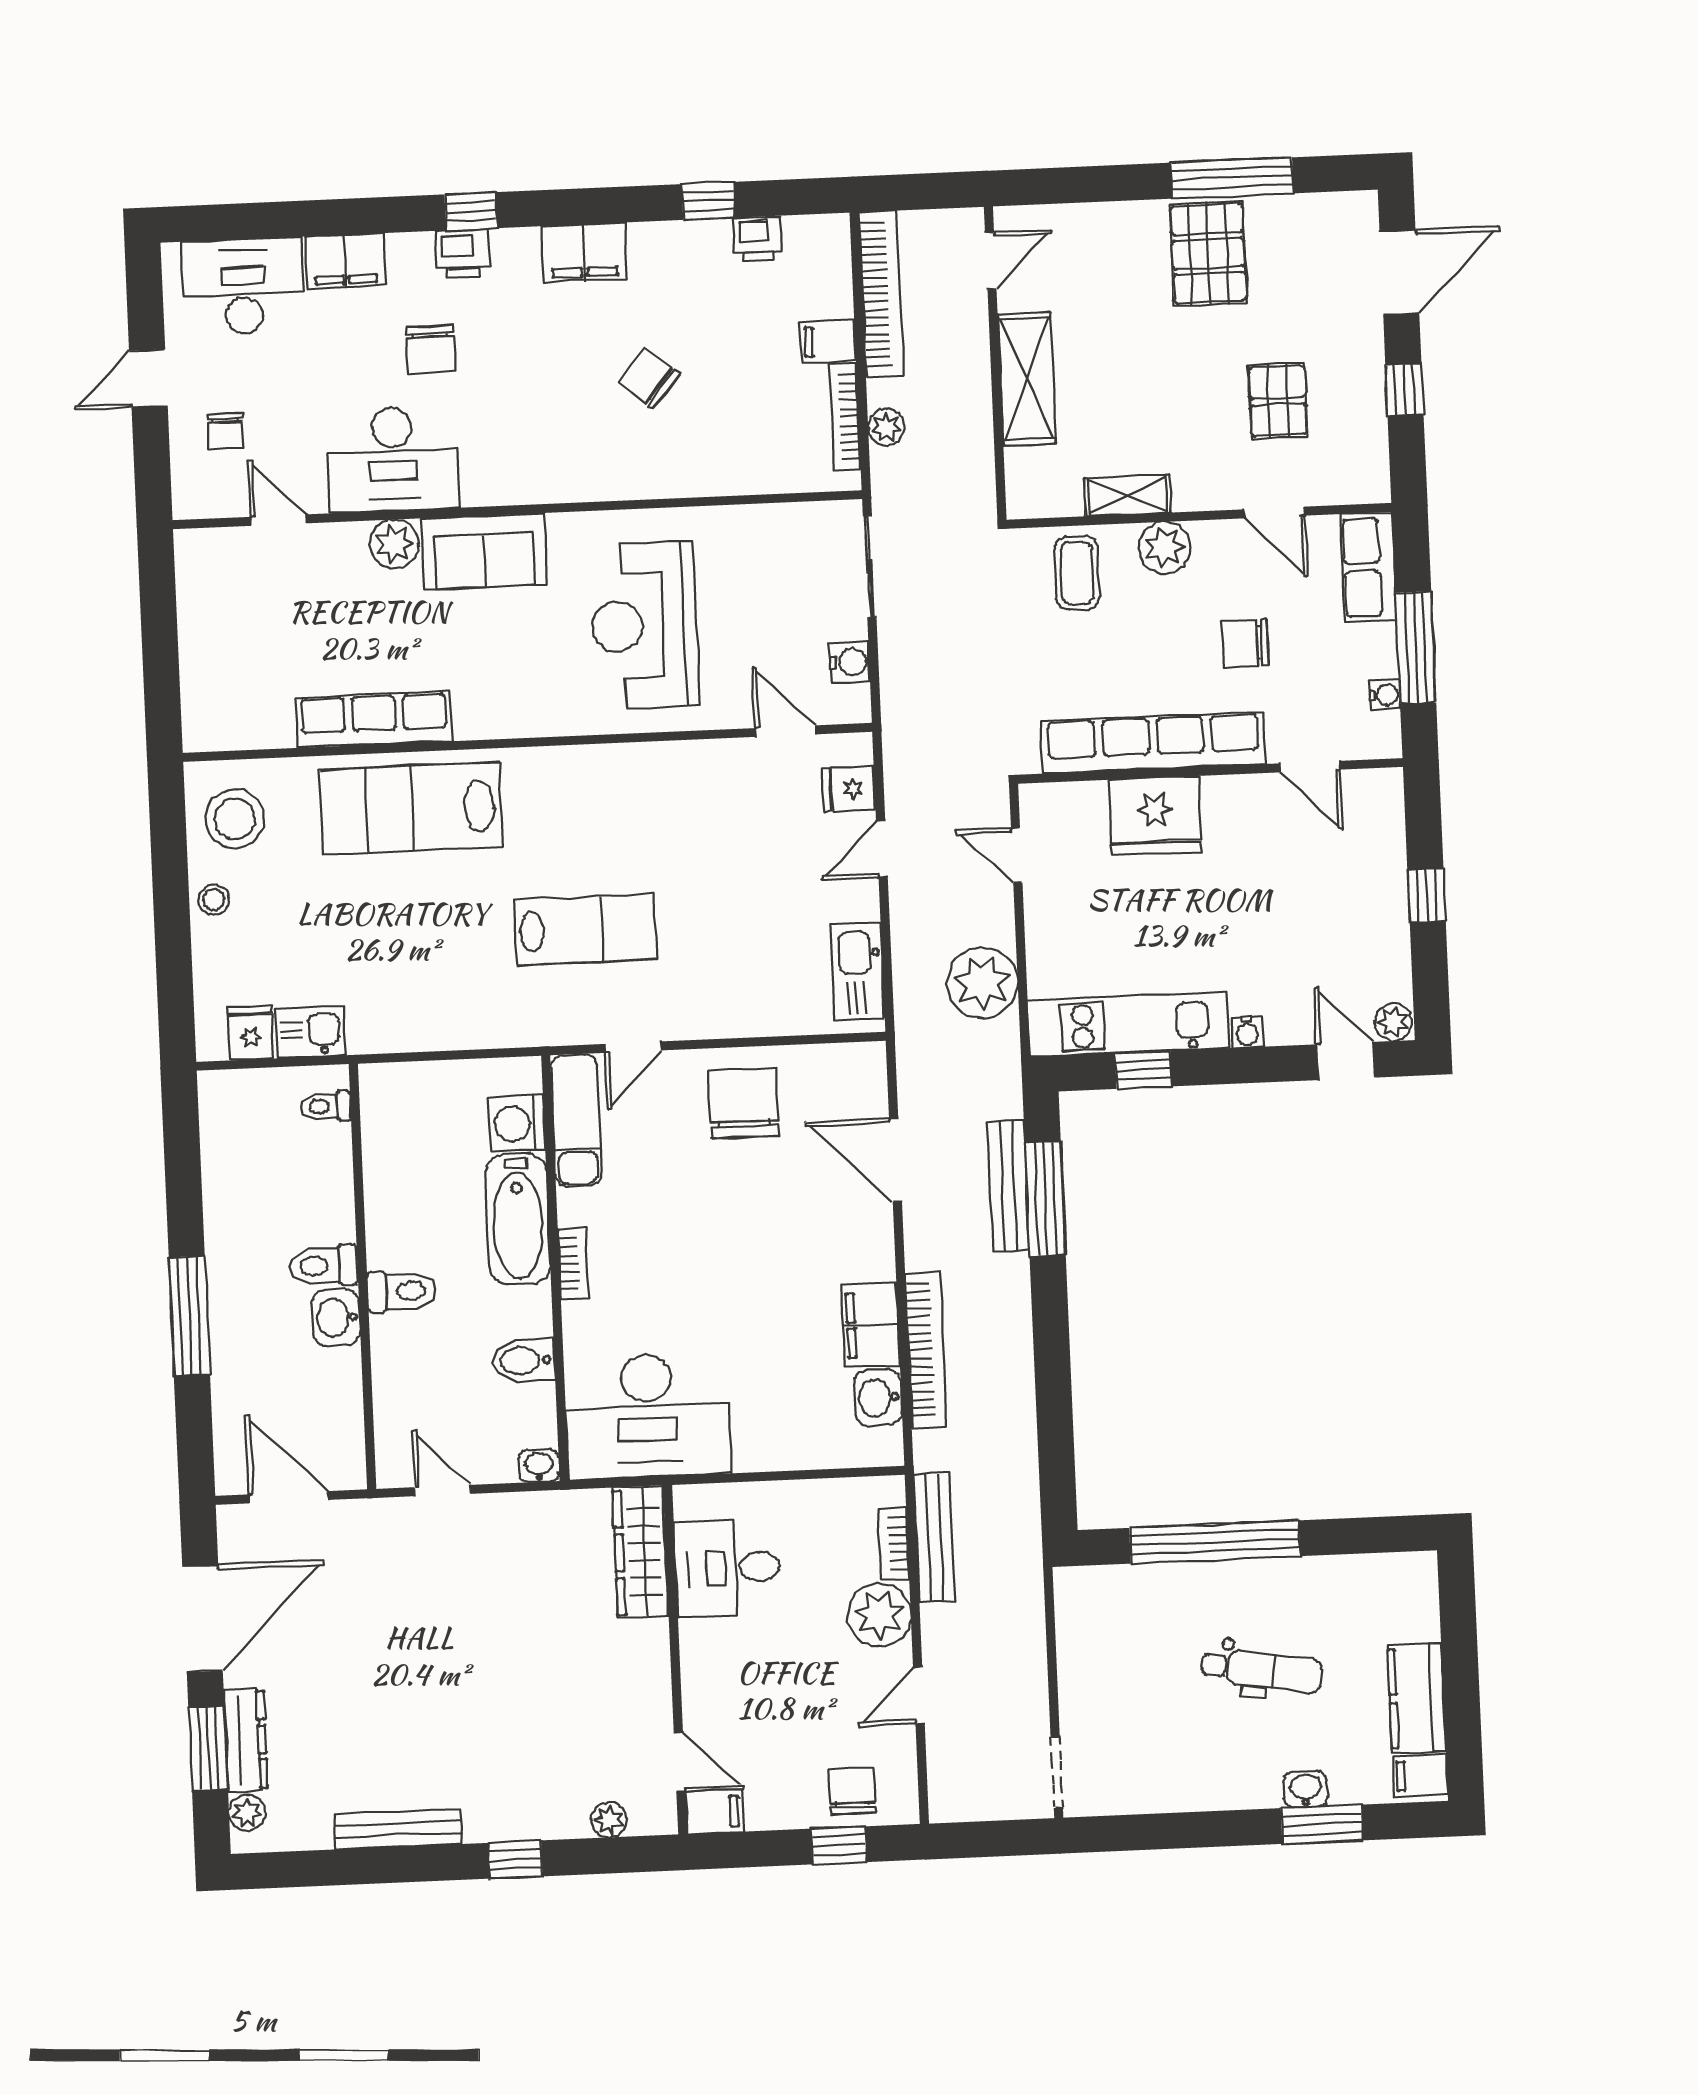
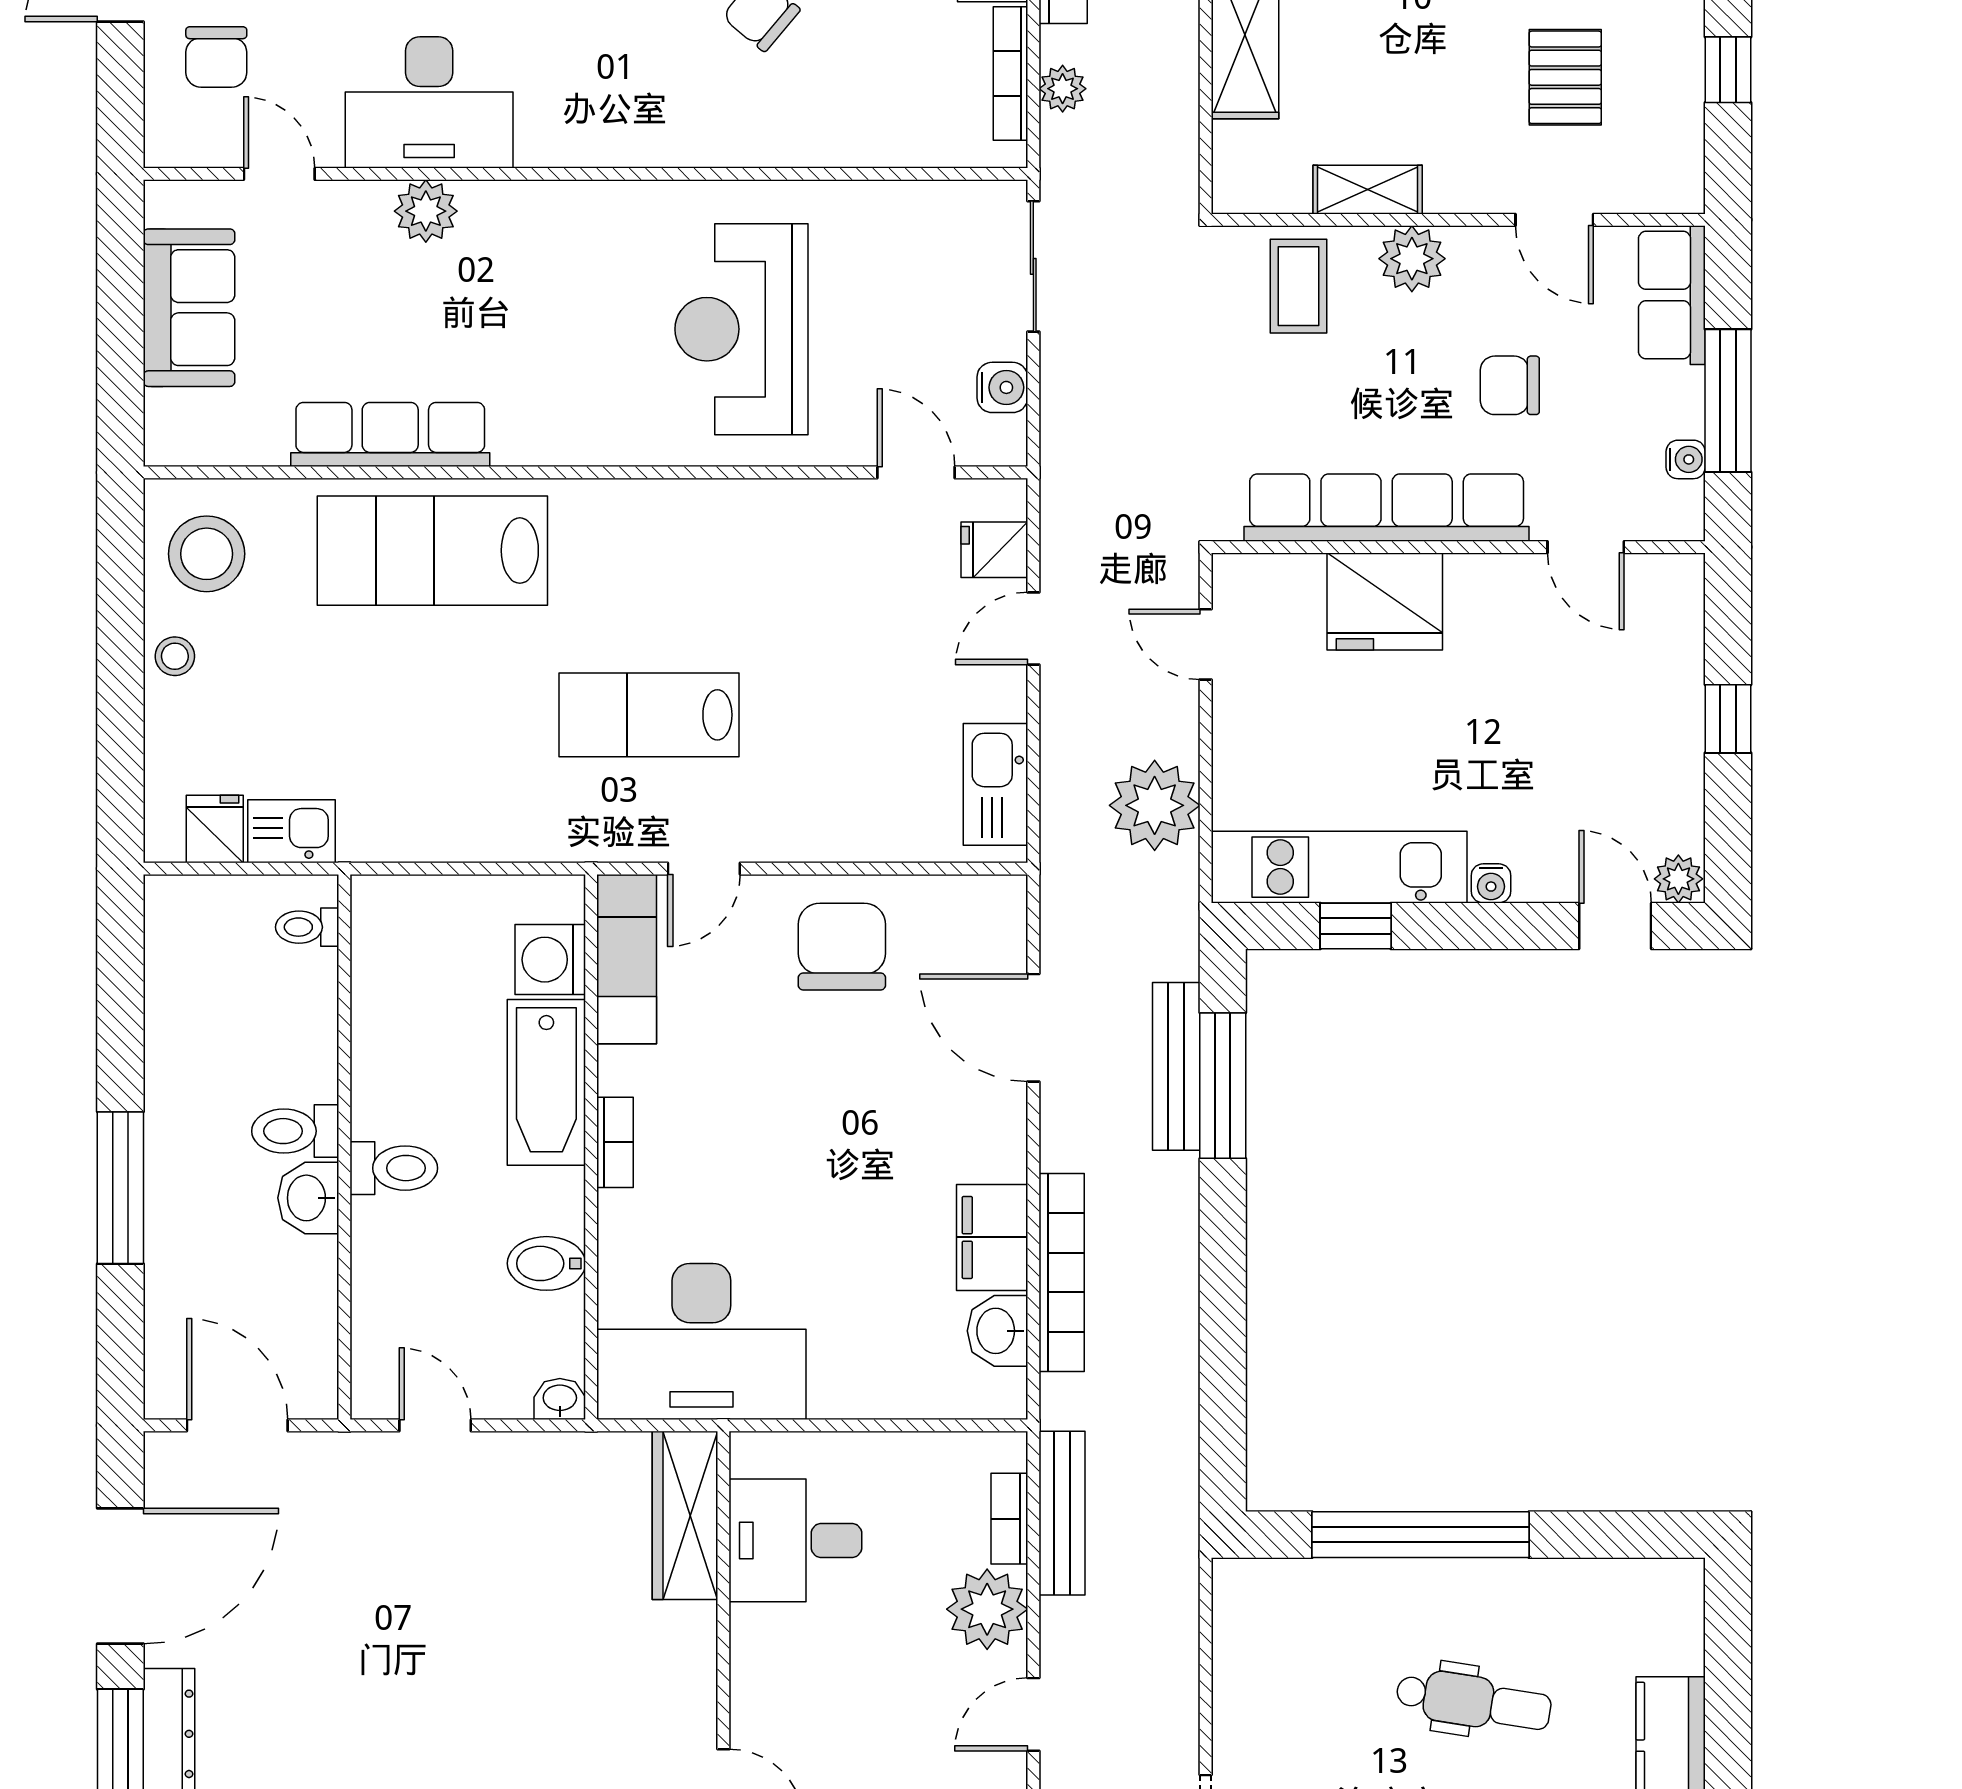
chair: (226, 431) -> (216, 57), width x1.37, depth x1.37
sofa: (484, 551) -> (189, 308), moved, turned -90
lab bench: (585, 929) -> (649, 715), turned 180

